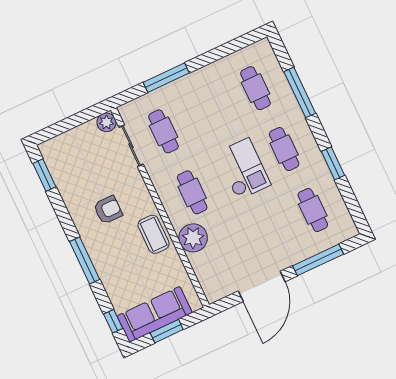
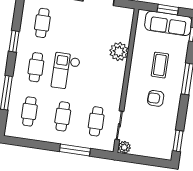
cafe table: (192, 192) -> (63, 116), moved
coffee table: (154, 234) -> (160, 65), moved

